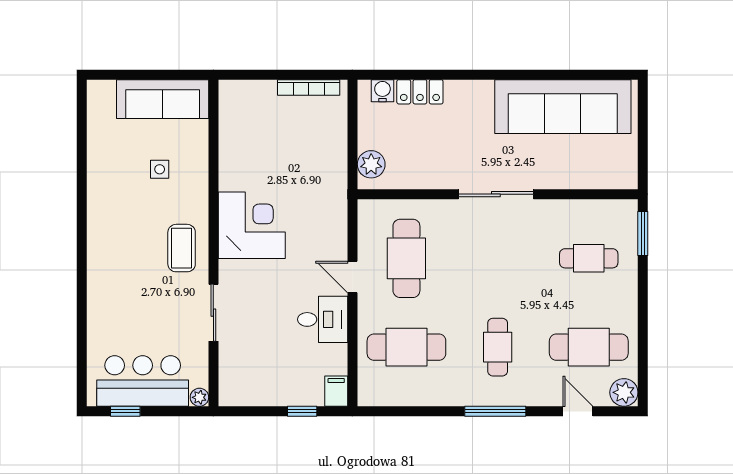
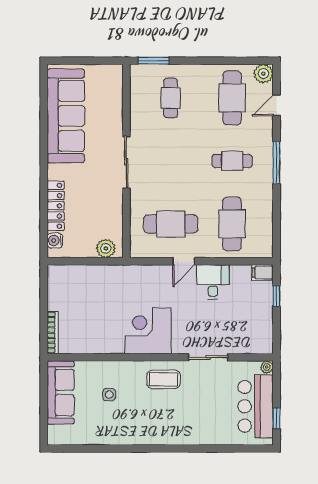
bookcase: (309, 87) -> (53, 333), moved
locker: (420, 92) -> (56, 206), width x1.53

